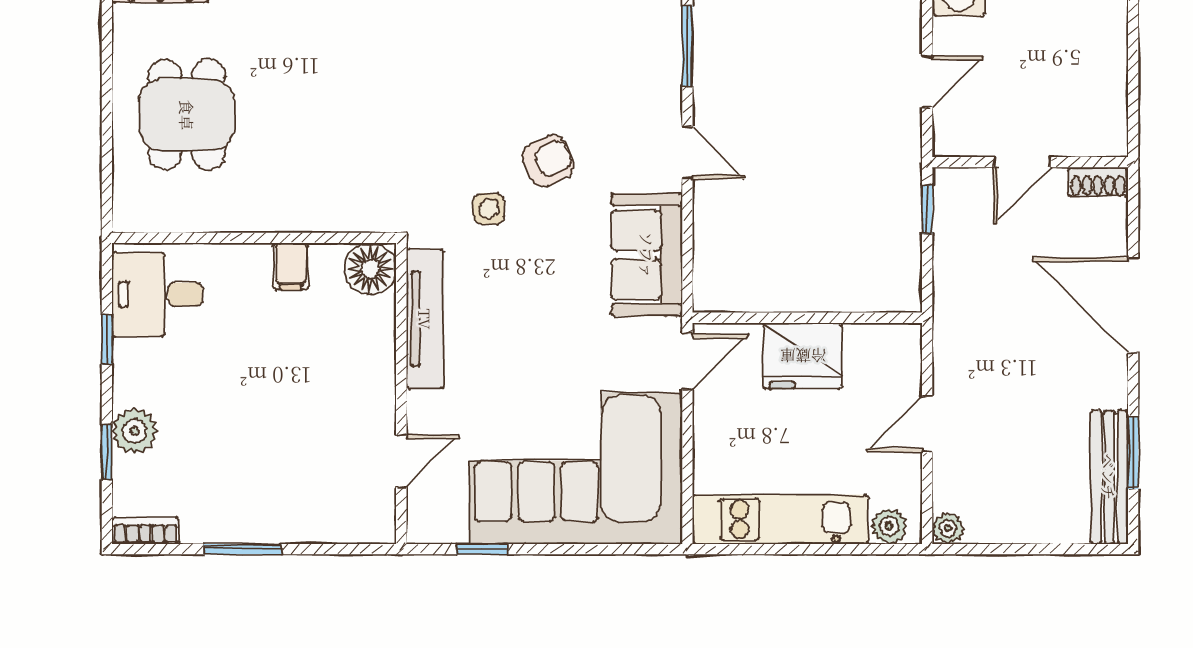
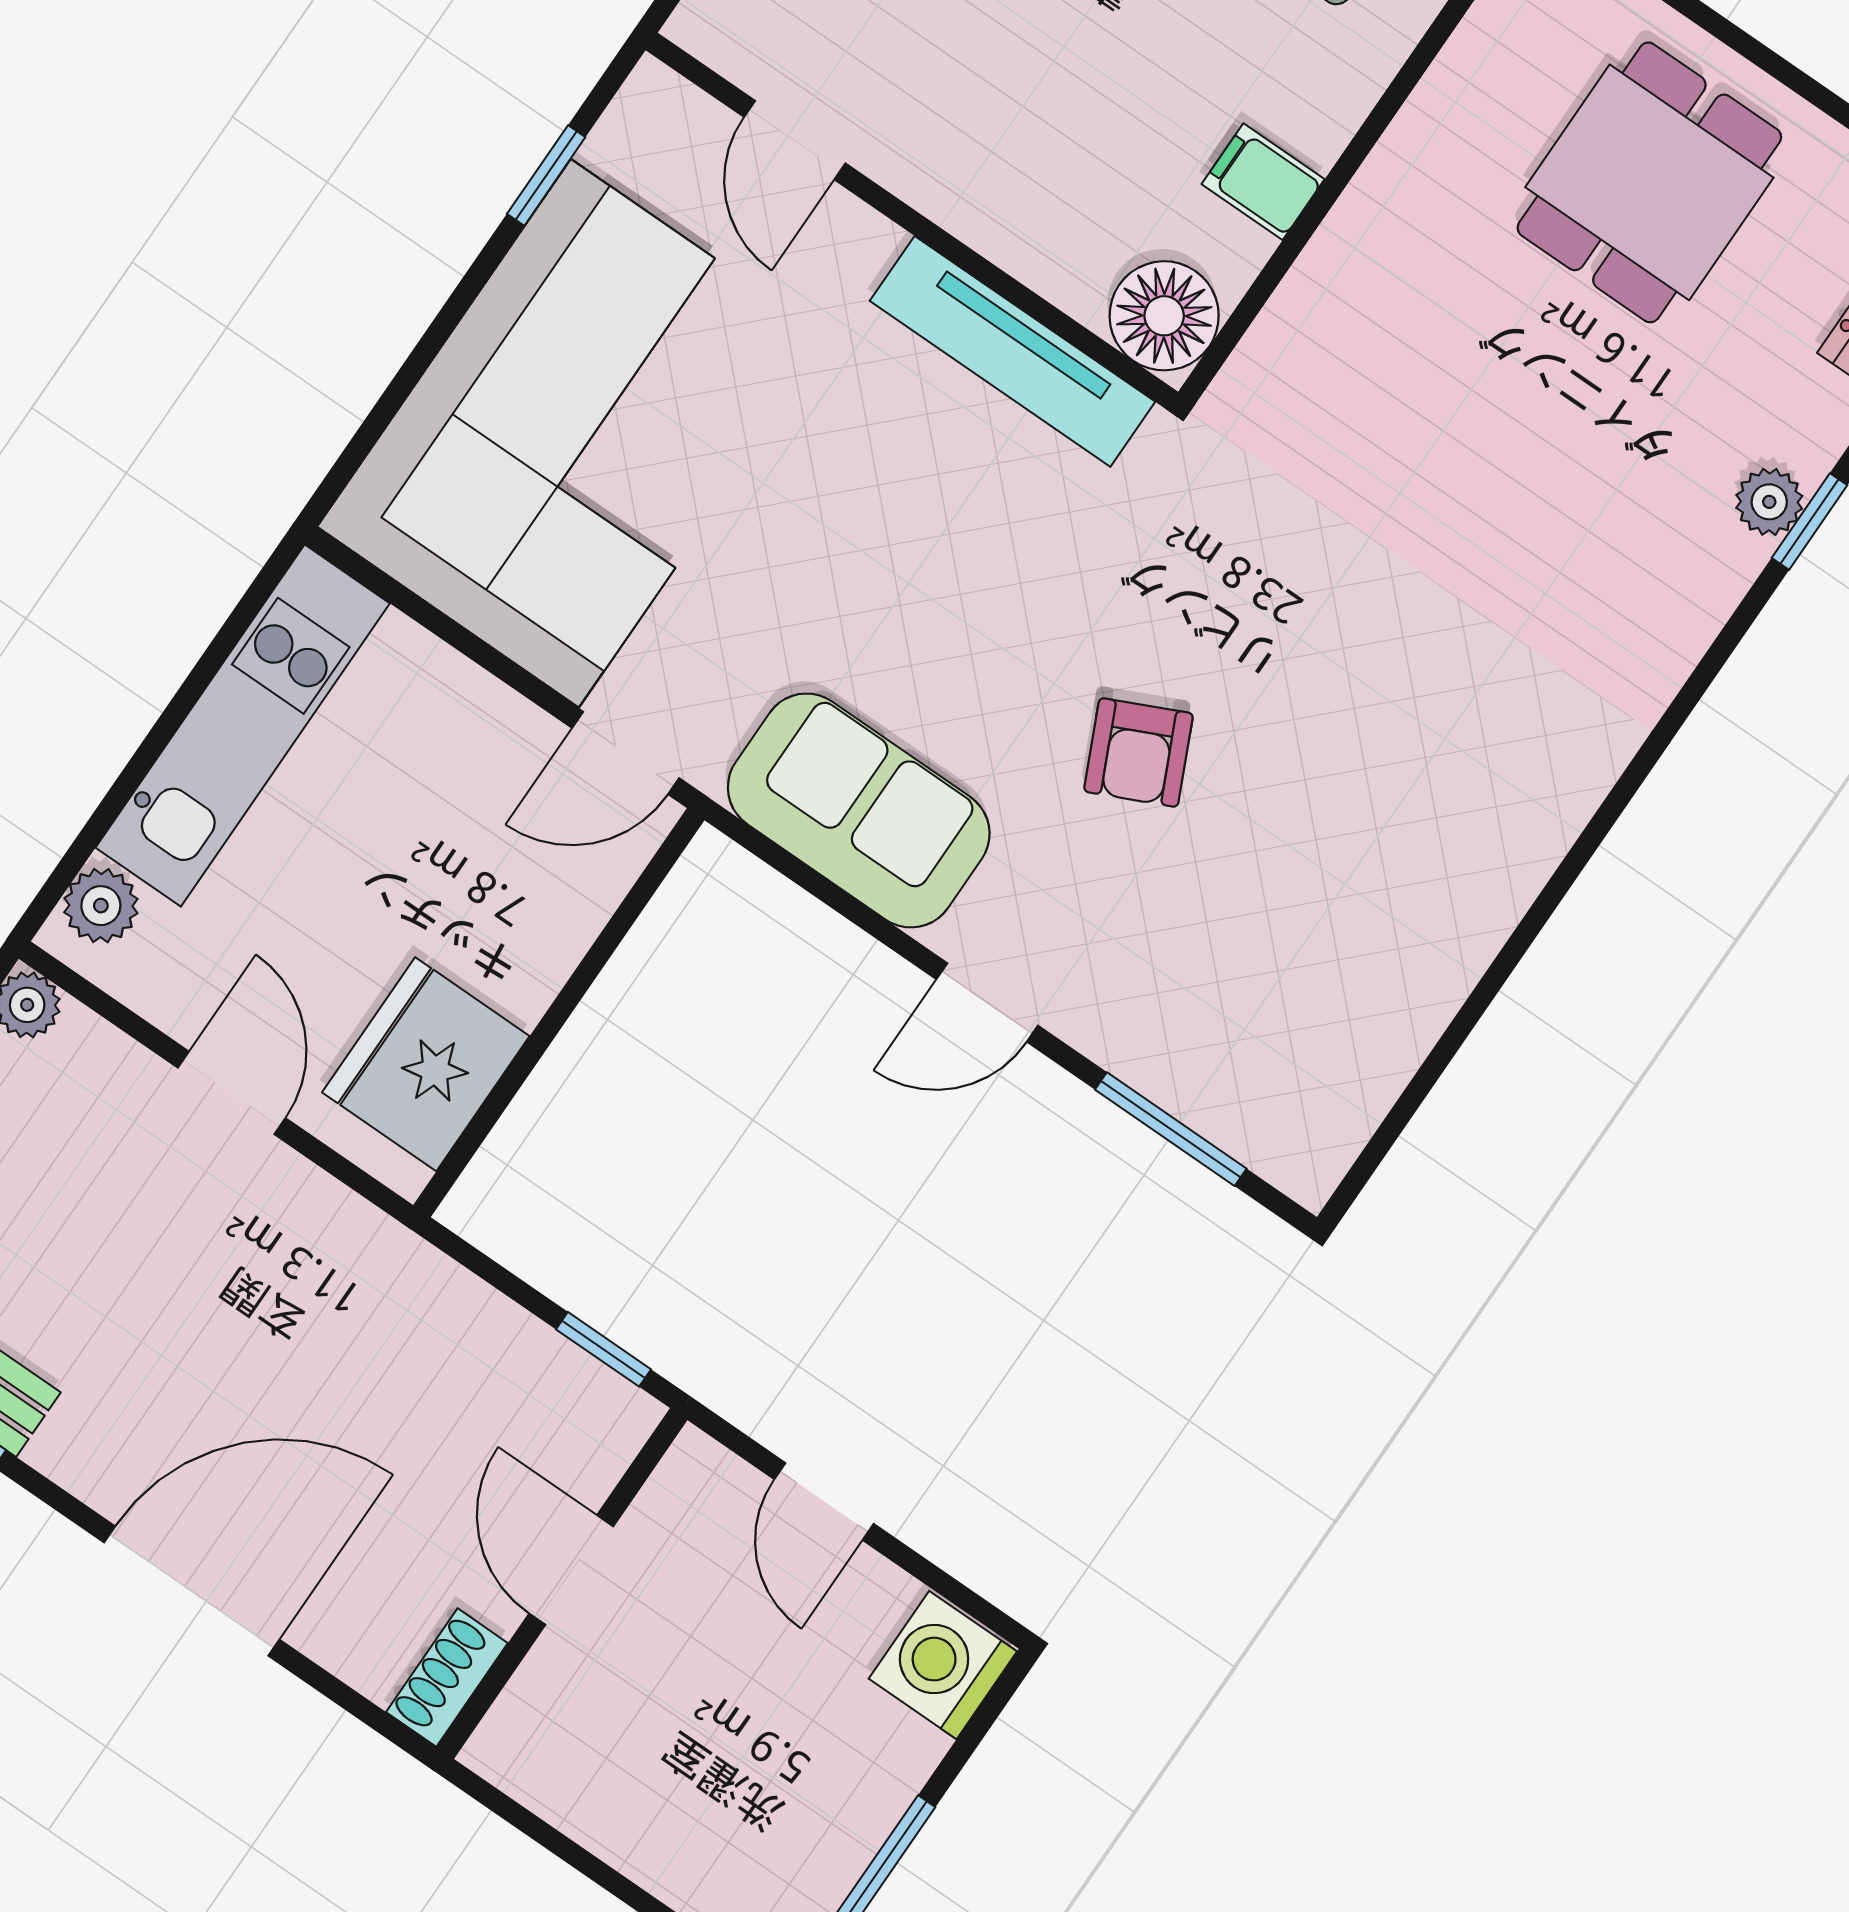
dining table: (187, 115) -> (1649, 182), turned 90
side table: (489, 209) -> (1127, 592), removed
fridge: (803, 356) -> (426, 1064), moved
door: (687, 362) -> (626, 753), hinge flipped

